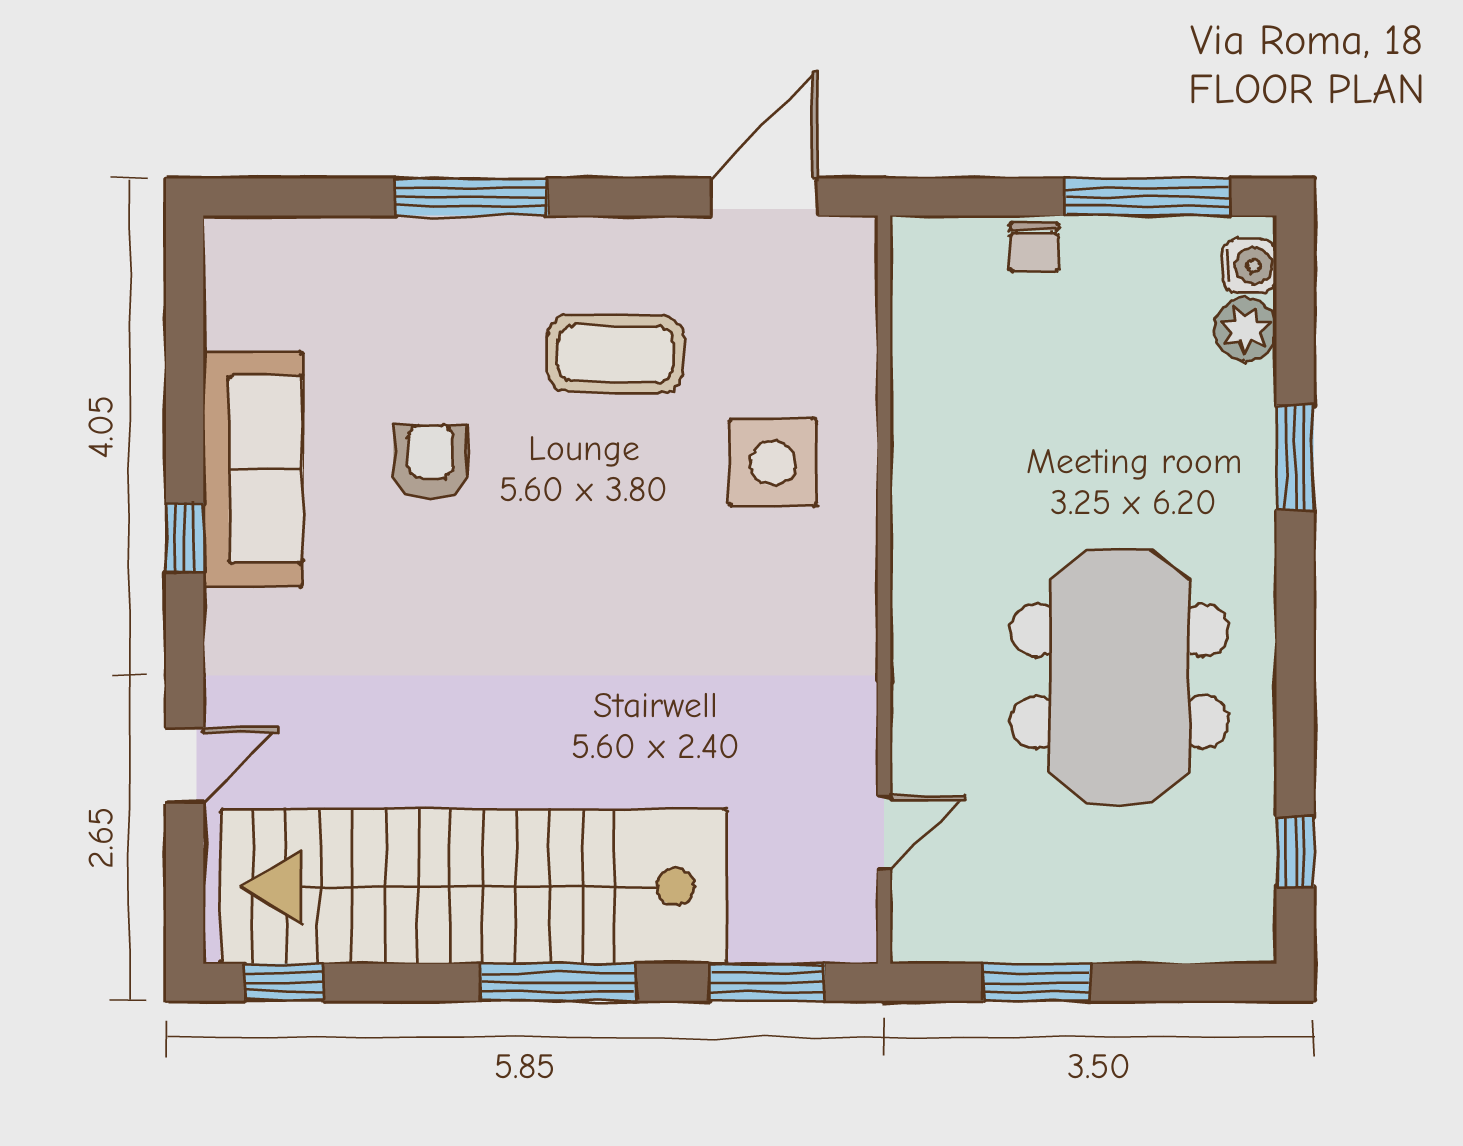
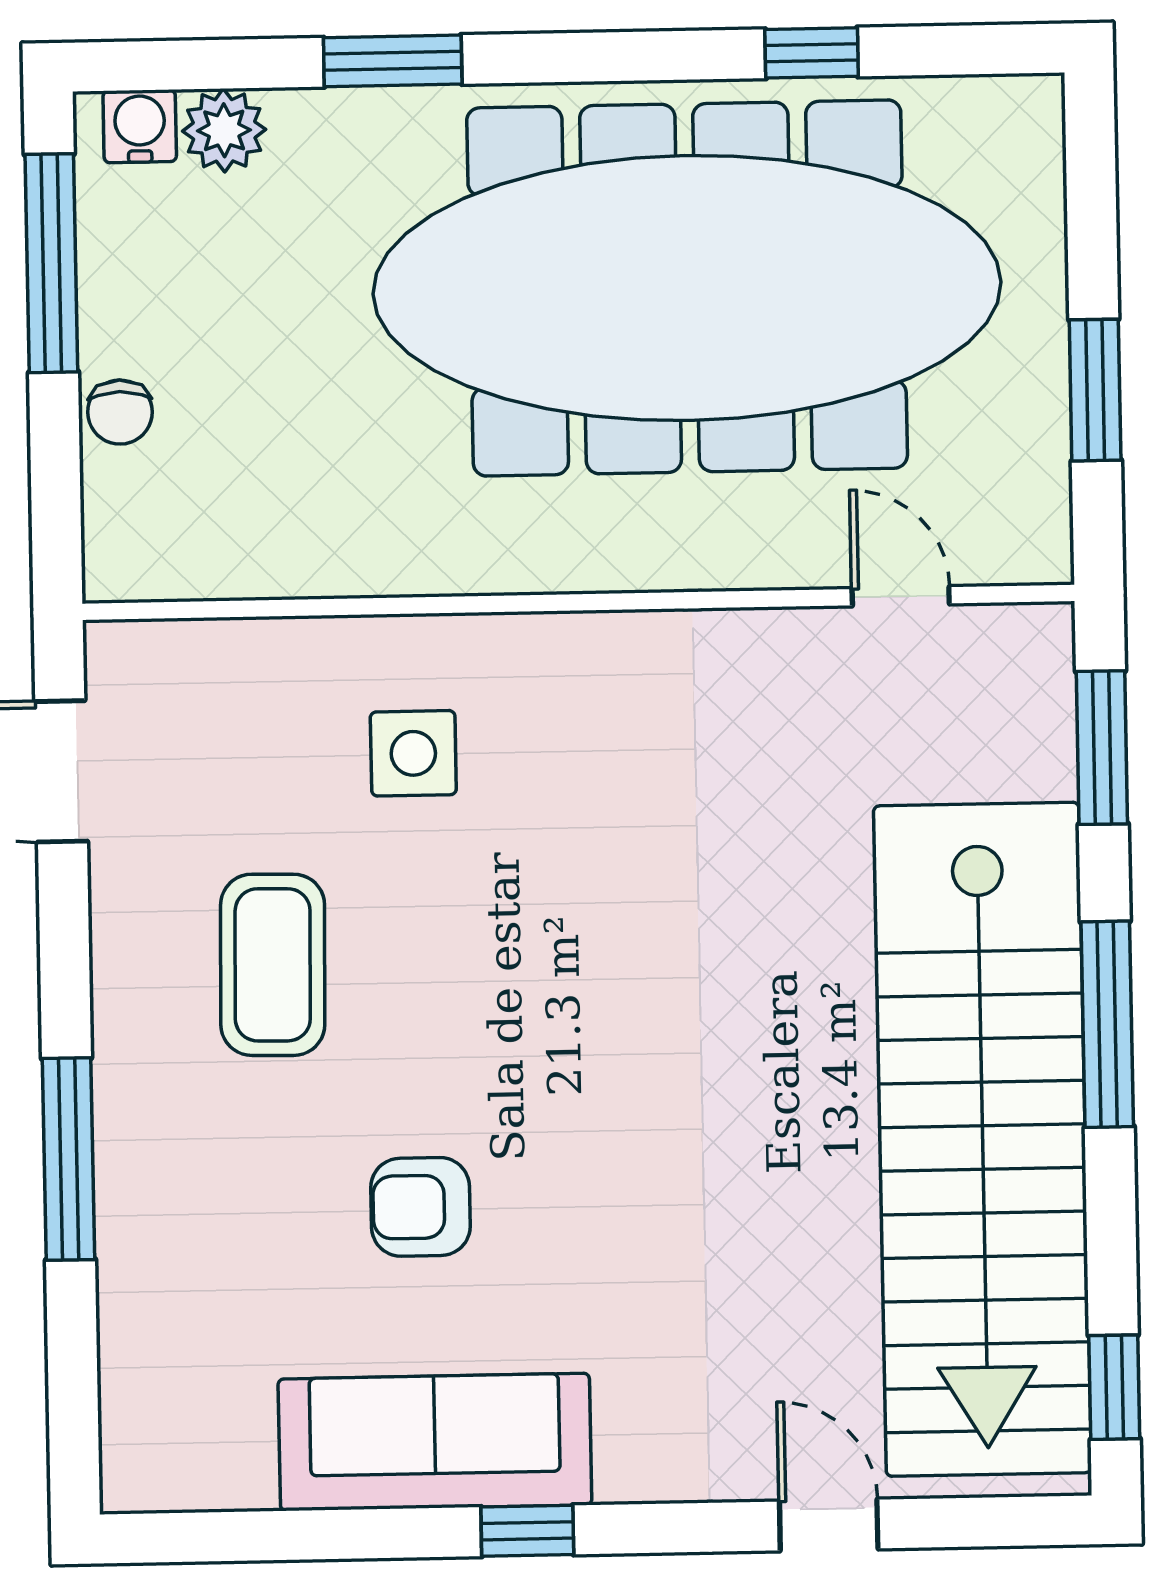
chair: (1034, 247) -> (120, 412), turned 90
side table: (773, 463) -> (413, 753), width x0.73, depth x0.73
meeting table: (1120, 676) -> (687, 288), width x1.86, depth x1.27
window: (1295, 852) -> (812, 53), moved

